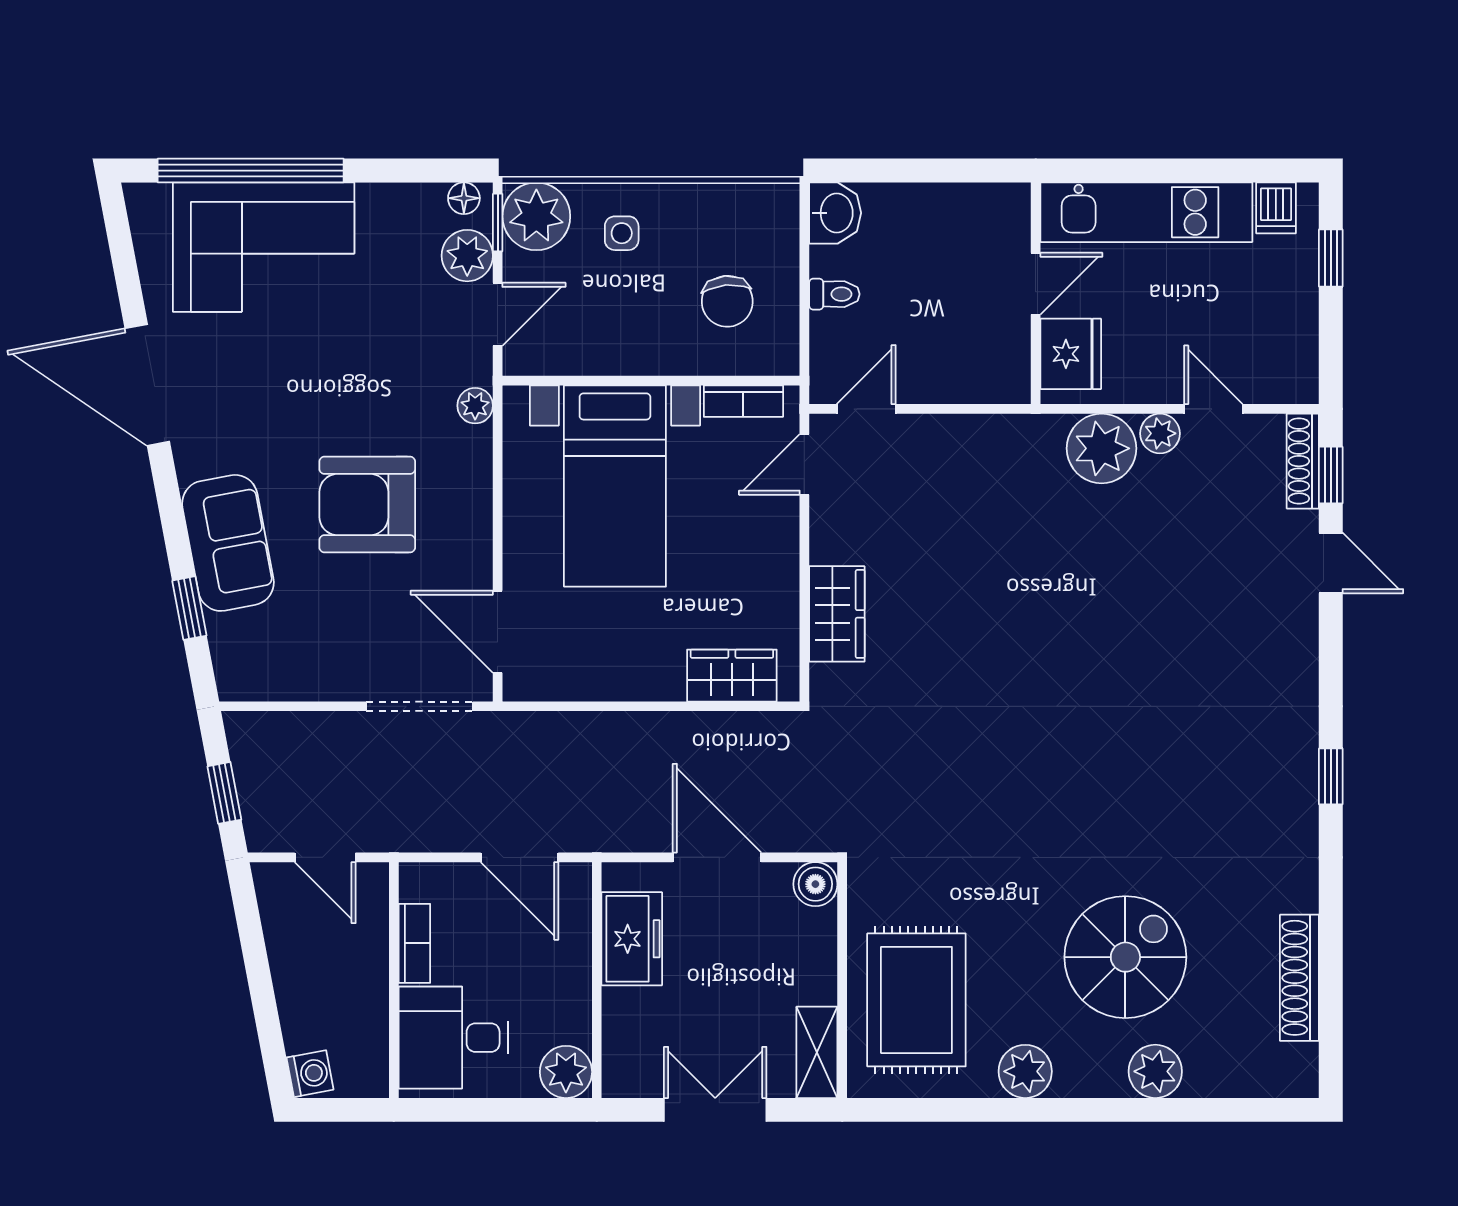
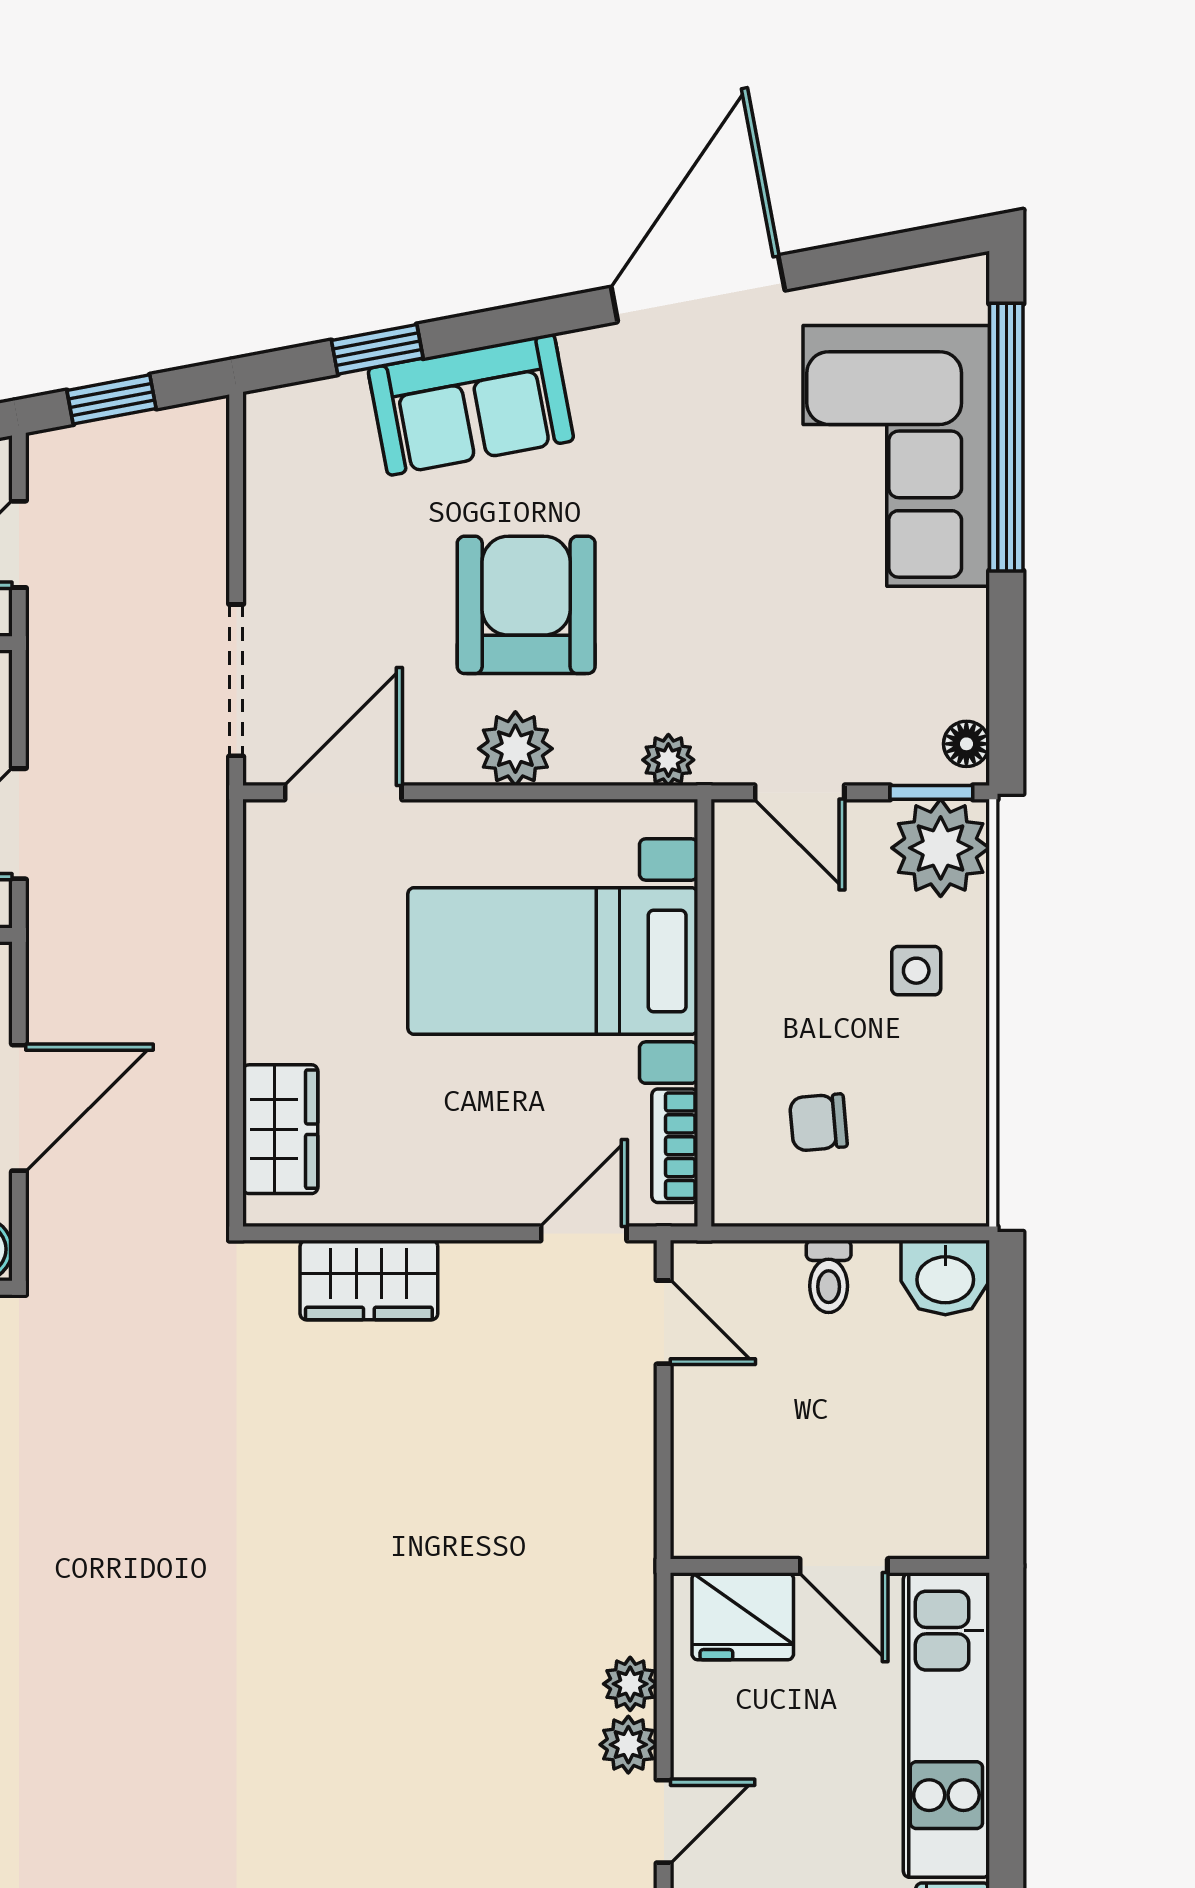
plant: (467, 256) -> (515, 749), moved
chair: (727, 301) -> (818, 1122), width x0.73, depth x0.73
plant: (1102, 448) -> (630, 1684), width x0.53, depth x0.53
door: (804, 464) -> (584, 1233), hinge flipped

